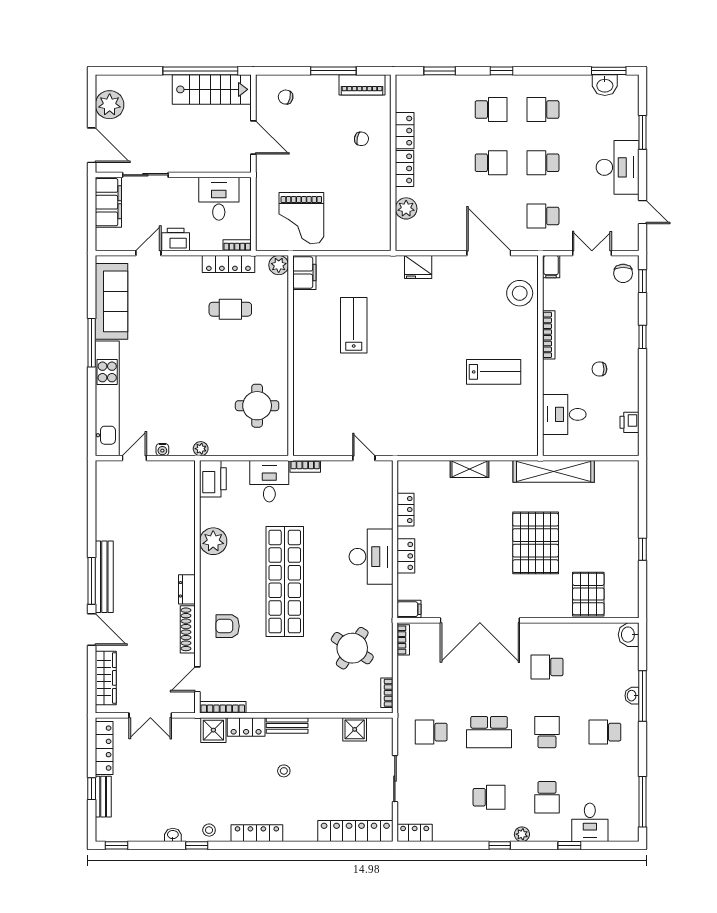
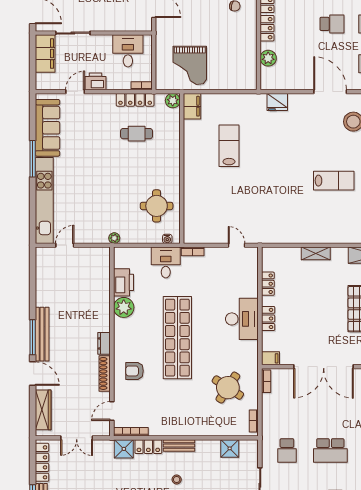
water cooler: (162, 450) -> (167, 239), moved
printer: (213, 479) -> (124, 282), moved
school desk: (431, 732) -> (287, 450), turned -90

